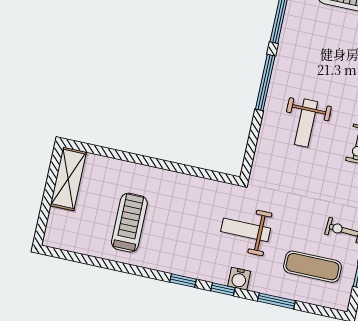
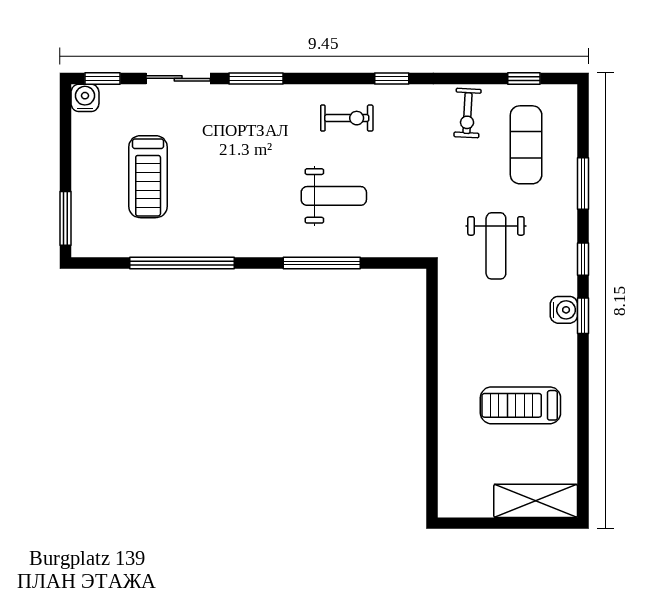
window: (265, 83) -> (322, 263), moved
shelving: (68, 179) -> (536, 501), moved
water cooler: (239, 279) -> (564, 310), moved

